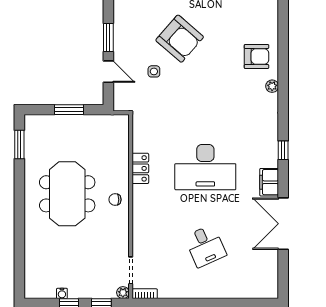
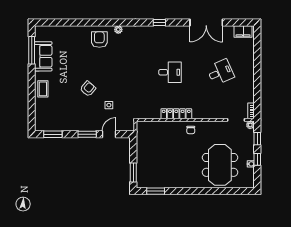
armchair: (180, 39) -> (88, 89), width x0.53, depth x0.53
window: (69, 110) -> (133, 172), moved
desk: (205, 167) -> (170, 72), width x0.53, depth x0.77
locker: (140, 168) -> (176, 114), width x1.53
filing cabinet: (269, 182) -> (243, 31), moved
meeting table: (67, 194) -> (220, 165), moved, turned 90

